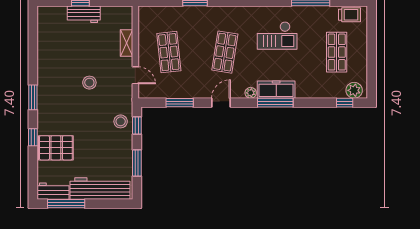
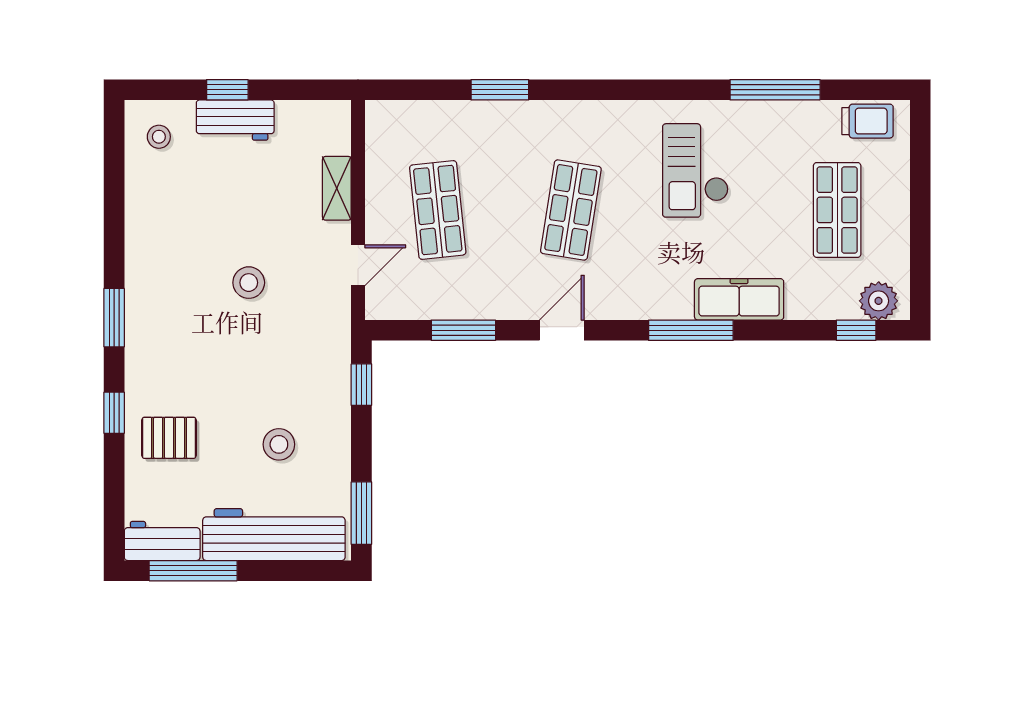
stool: (52, 21) -> (159, 137), added
checkout: (277, 35) -> (695, 170), turned 90
door: (135, 75) -> (358, 265), hinge flipped
freezer: (276, 90) -> (739, 299), moved
plant: (251, 93) -> (632, 307), removed
stool: (121, 121) -> (279, 444), moved
pallet: (56, 148) -> (169, 438), width x0.67, depth x0.71
window: (137, 163) -> (361, 513), moved

